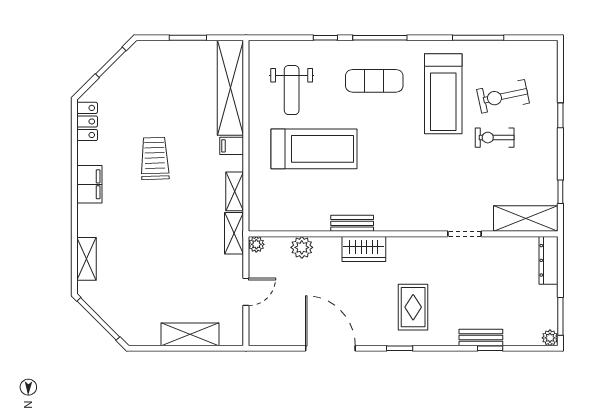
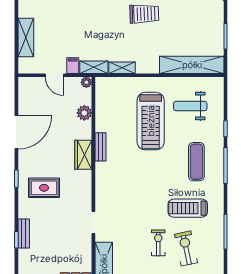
treadmill: (443, 94) -> (188, 208), width x0.73, depth x0.73
filing cabinet: (232, 146) -> (73, 66), moved

